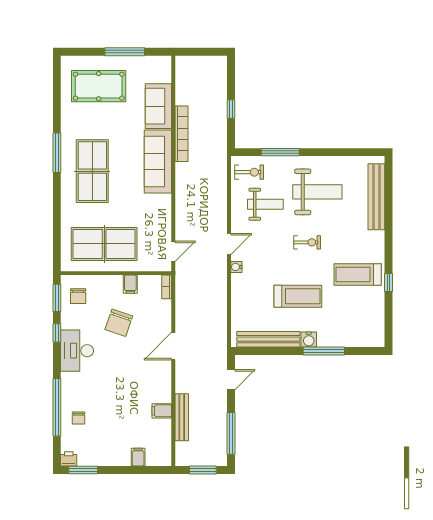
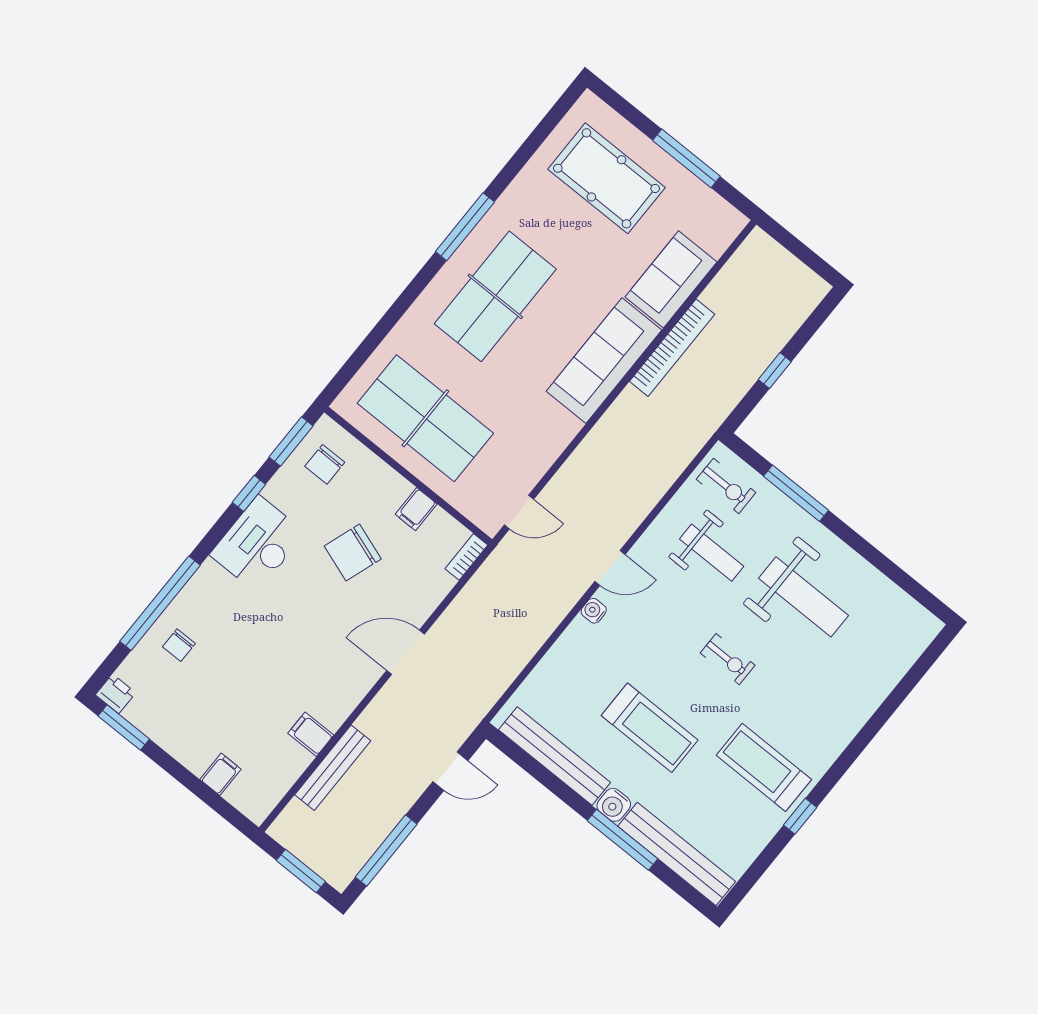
bench: (376, 197) -> (677, 854), moved, turned 90

